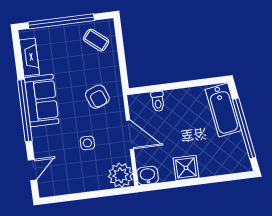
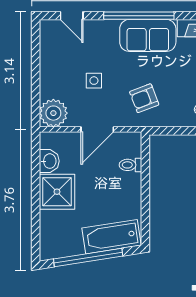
shower: (186, 168) -> (57, 192), width x1.36, depth x1.36
washbasin: (148, 175) -> (49, 161), moved

